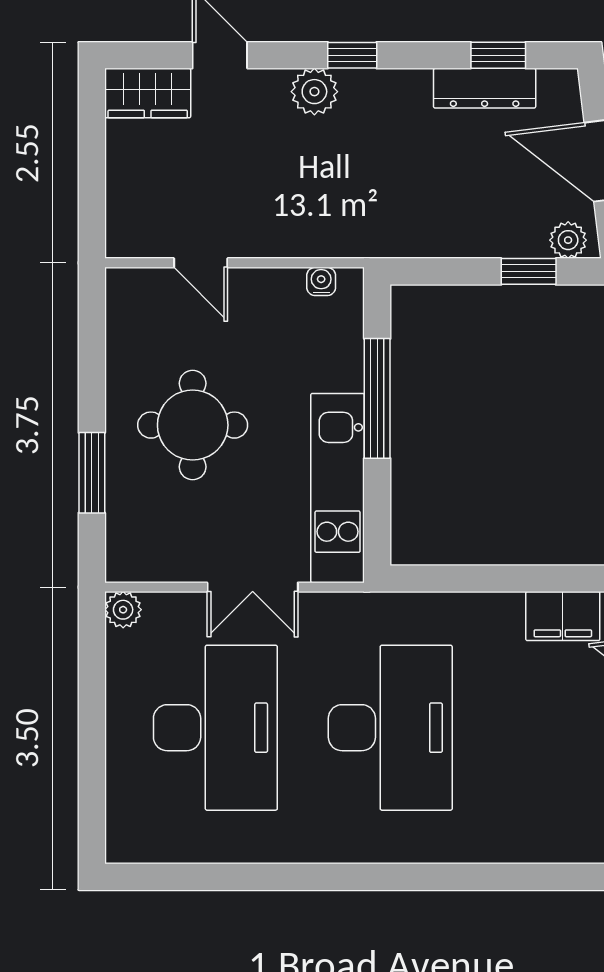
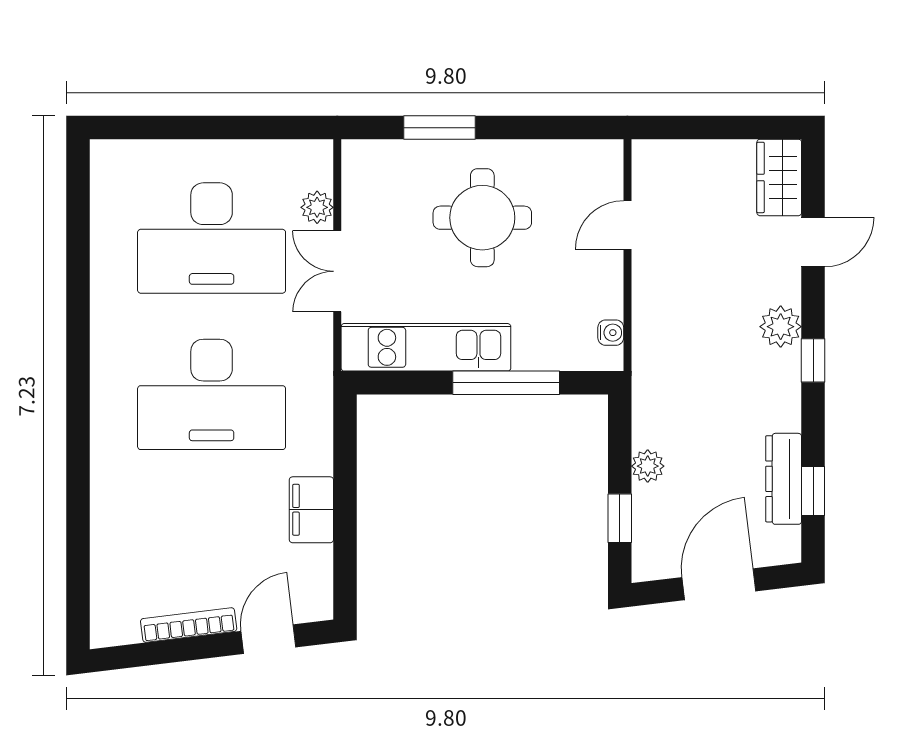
plant: (568, 240) -> (648, 466), moved
plant: (123, 610) -> (317, 207), moved
filing cabinet: (563, 616) -> (311, 510), moved

